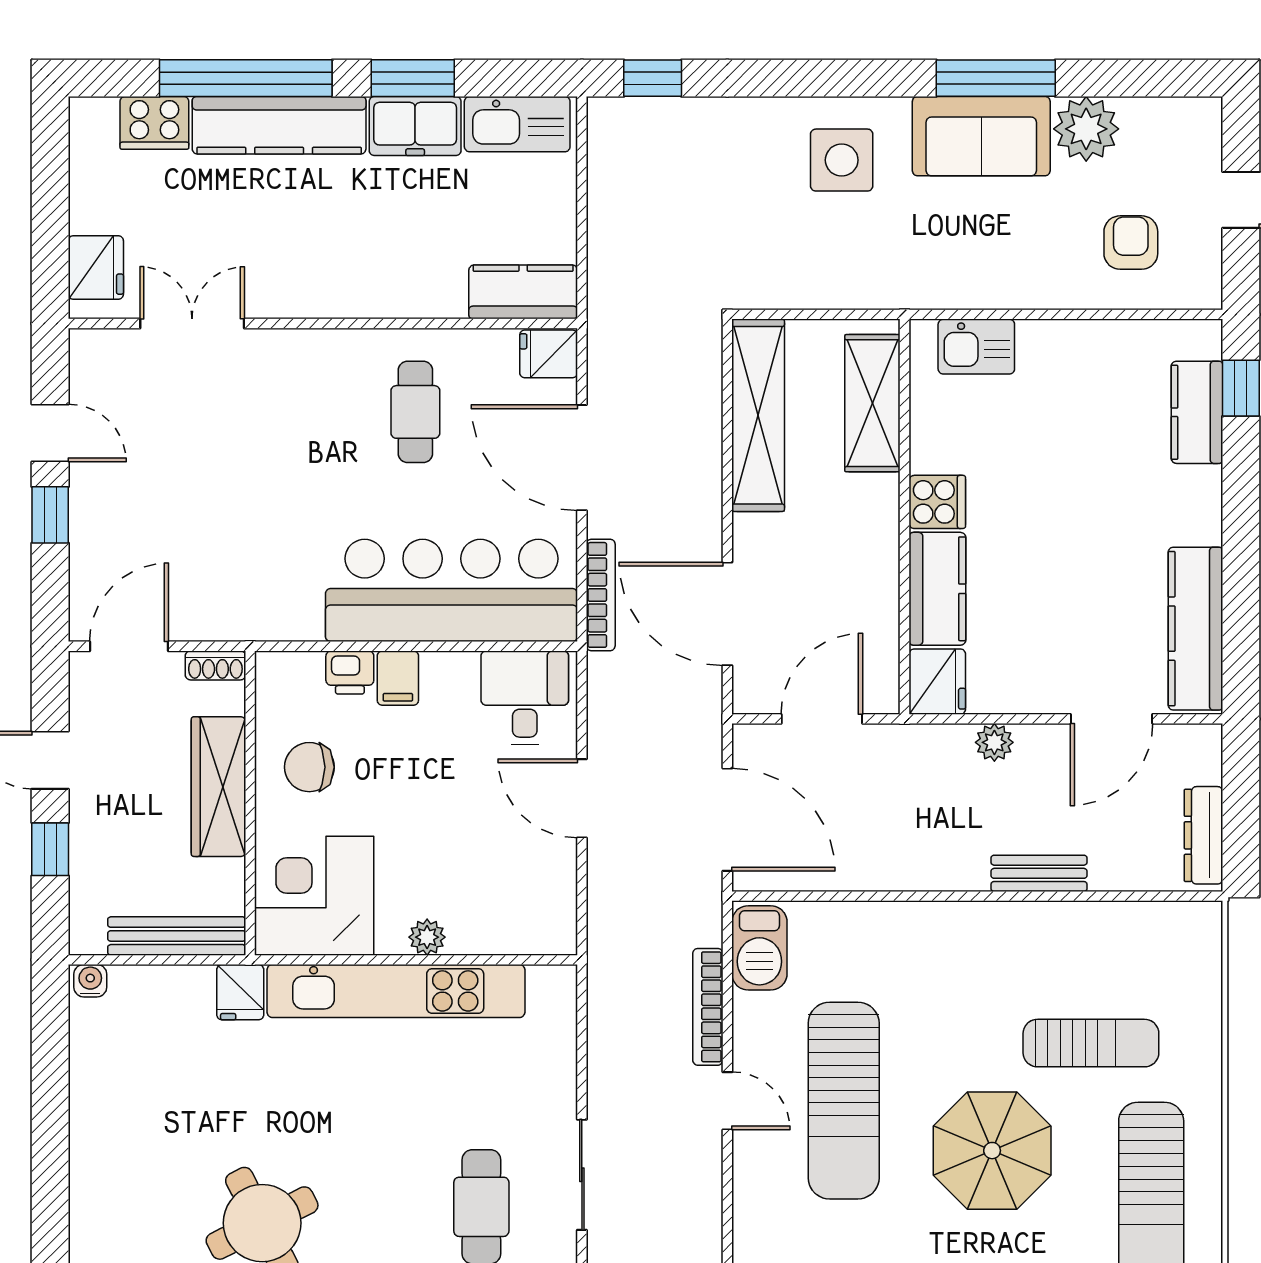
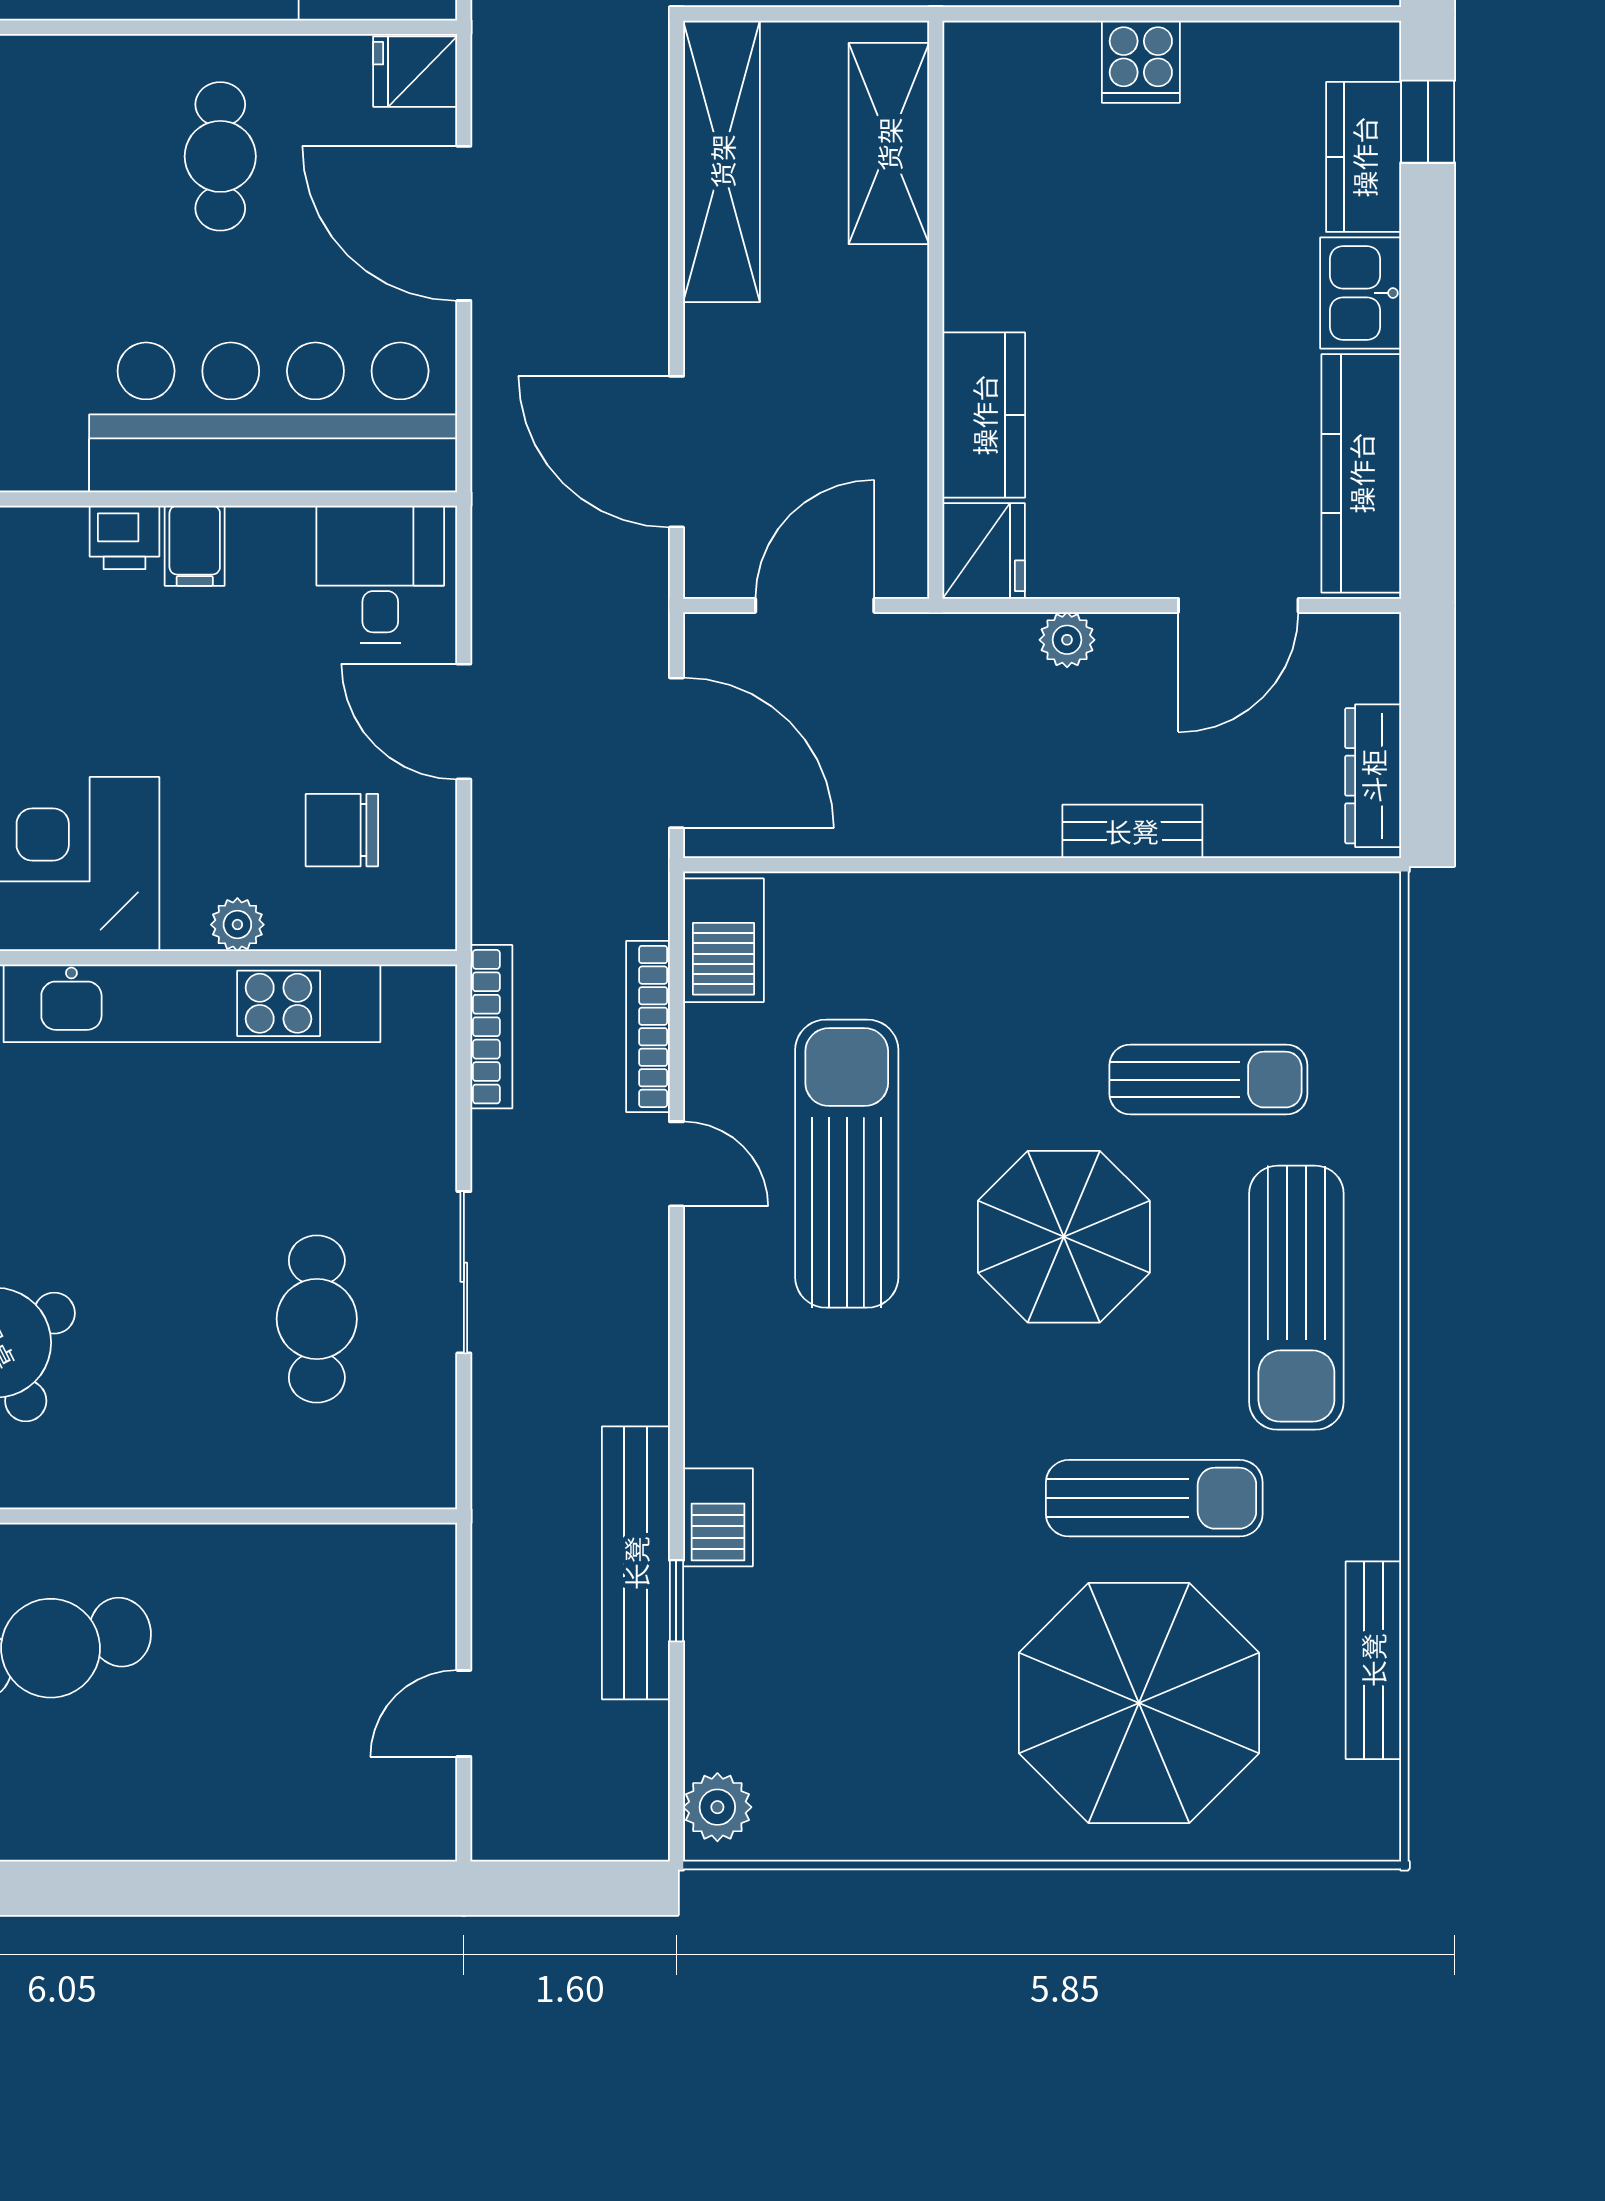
kitchen sink: (976, 347) -> (1361, 293), moved, turned 90
cooker: (937, 502) -> (1141, 62), moved, turned 90
bookcase: (601, 595) -> (491, 1027), moved
chair: (309, 767) -> (342, 830), moved
sun lounger: (844, 1101) -> (847, 1164), turned 180

